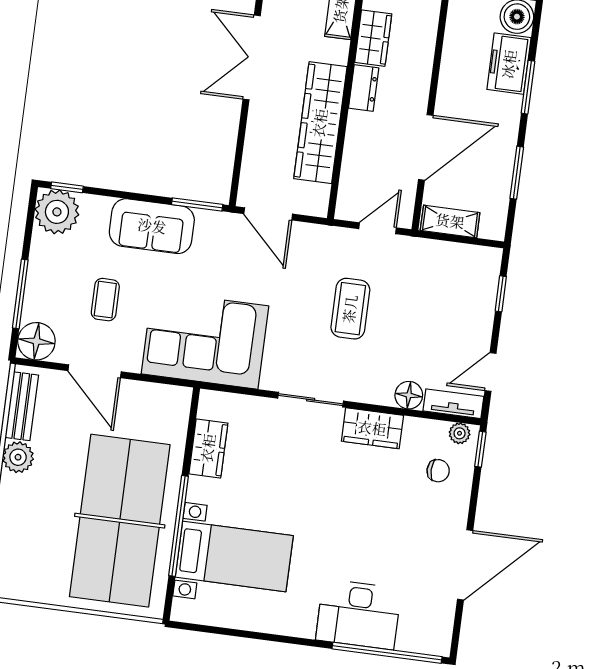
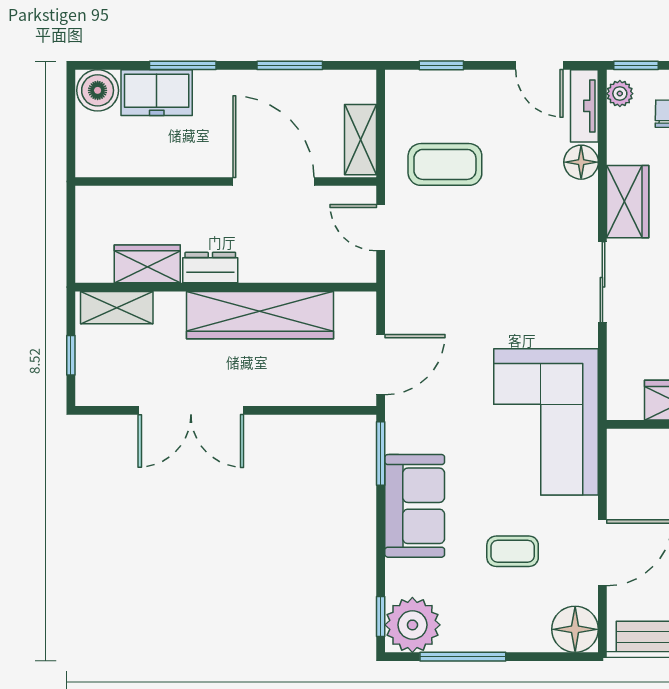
window: (20, 294) -> (463, 657), moved
coffee table: (350, 309) -> (445, 164), moved

